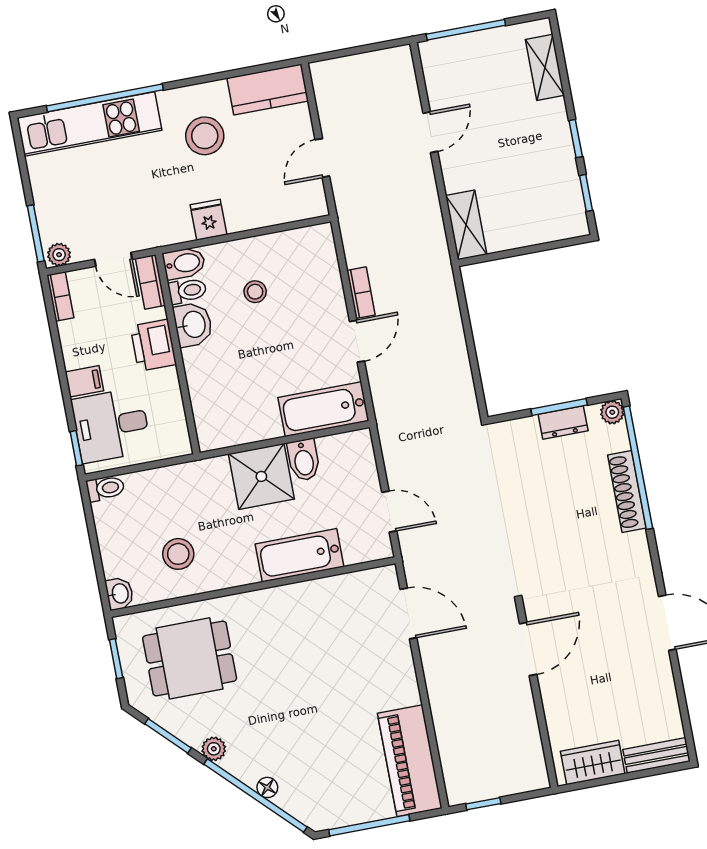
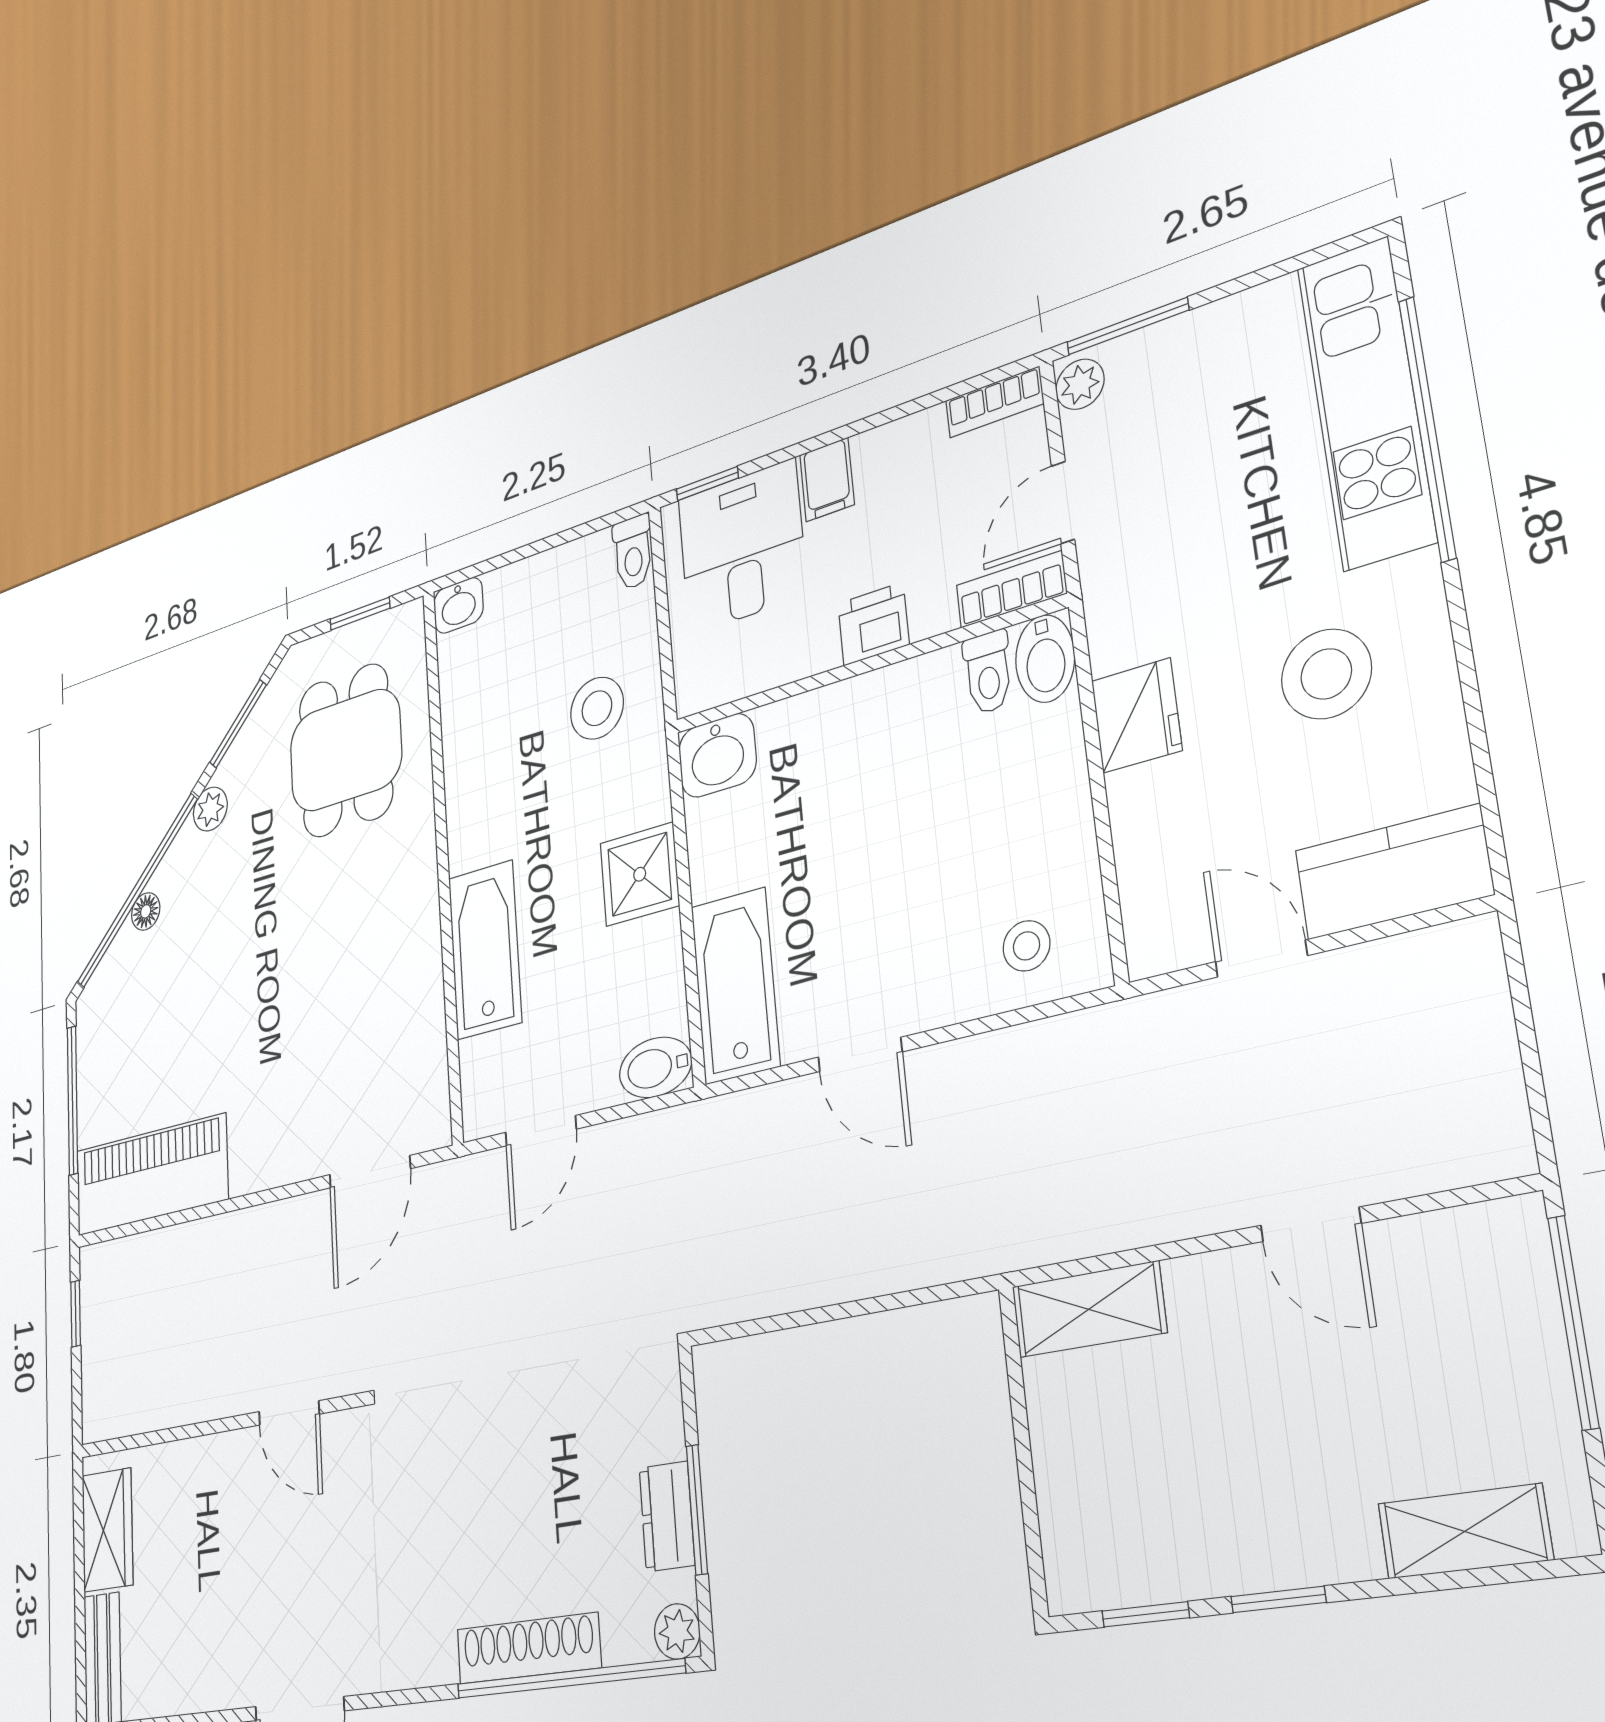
kitchen counter: (268, 90) -> (1393, 872), moved, turned 90
fridge: (208, 220) -> (1137, 716), width x1.38
stool: (255, 292) -> (1026, 946), moved
bookcase: (361, 293) -> (958, 1061), removed
washbasin: (193, 325) -> (717, 755), moved
printer: (153, 345) -> (873, 624), width x0.73, depth x0.81
bidet: (304, 460) -> (655, 1067), moved
shower: (261, 476) -> (640, 874), width x0.73, depth x0.73
stool: (178, 554) -> (597, 708), moved
door: (528, 649) -> (289, 1413), width x0.73

